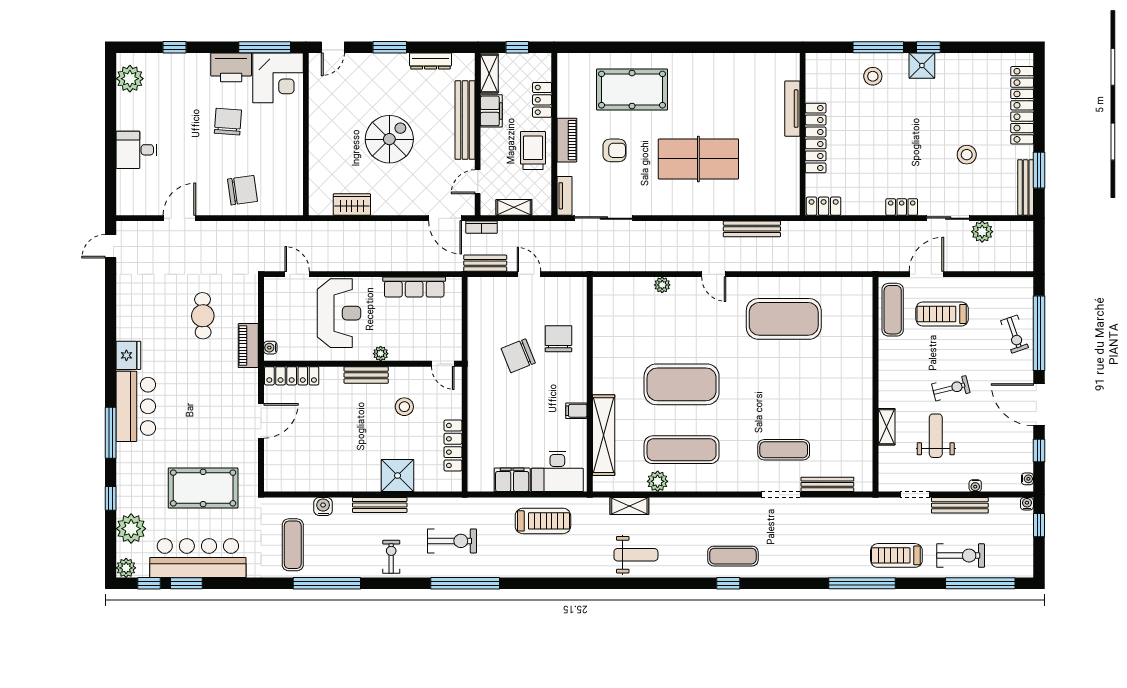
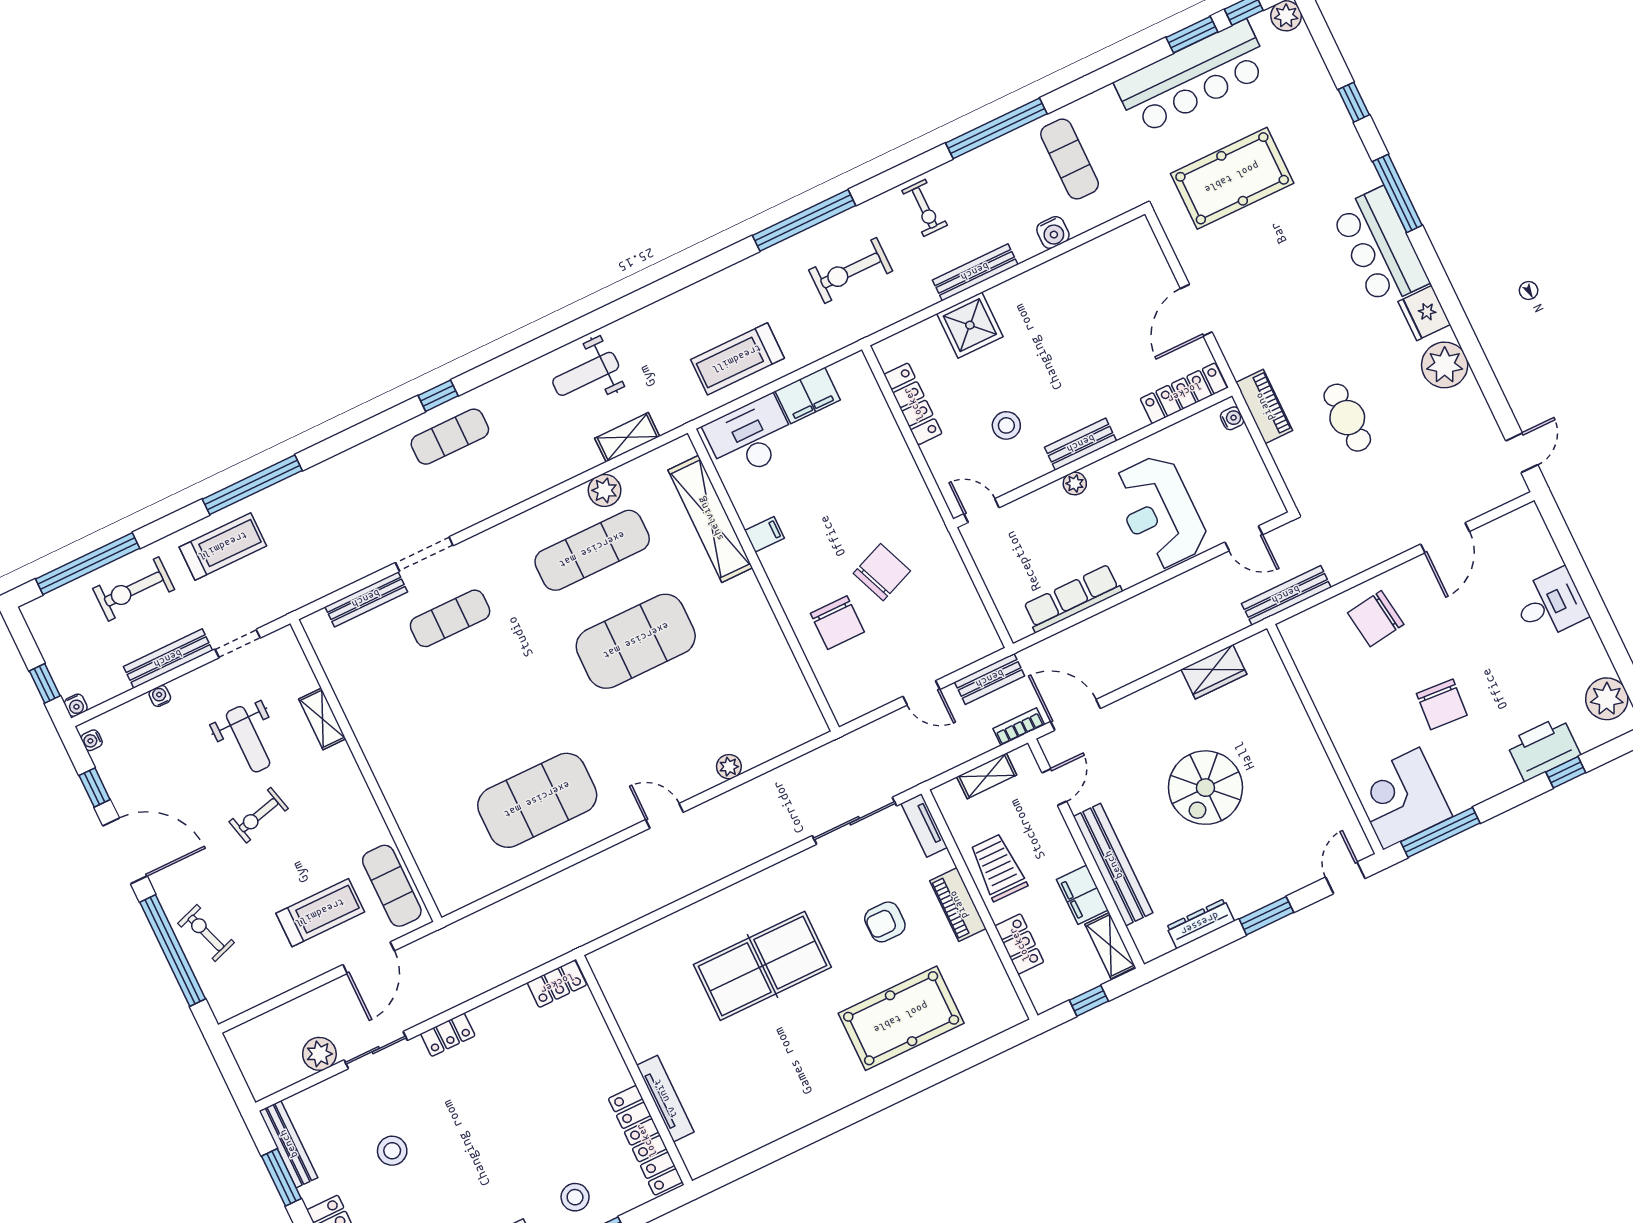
printer: (231, 67) -> (1543, 749), moved
locker: (816, 138) -> (646, 1140), moved
trolley: (533, 150) -> (998, 867), turned 180
bench: (752, 229) -> (1286, 595), moved
plant: (131, 529) -> (1445, 365), moved

